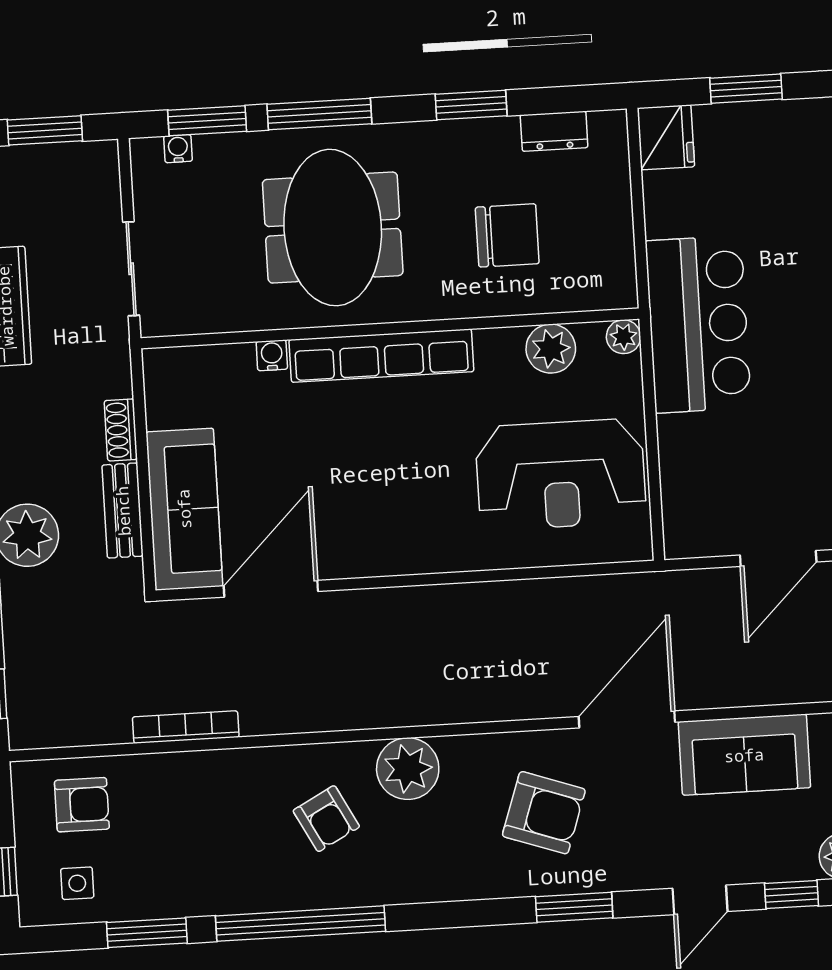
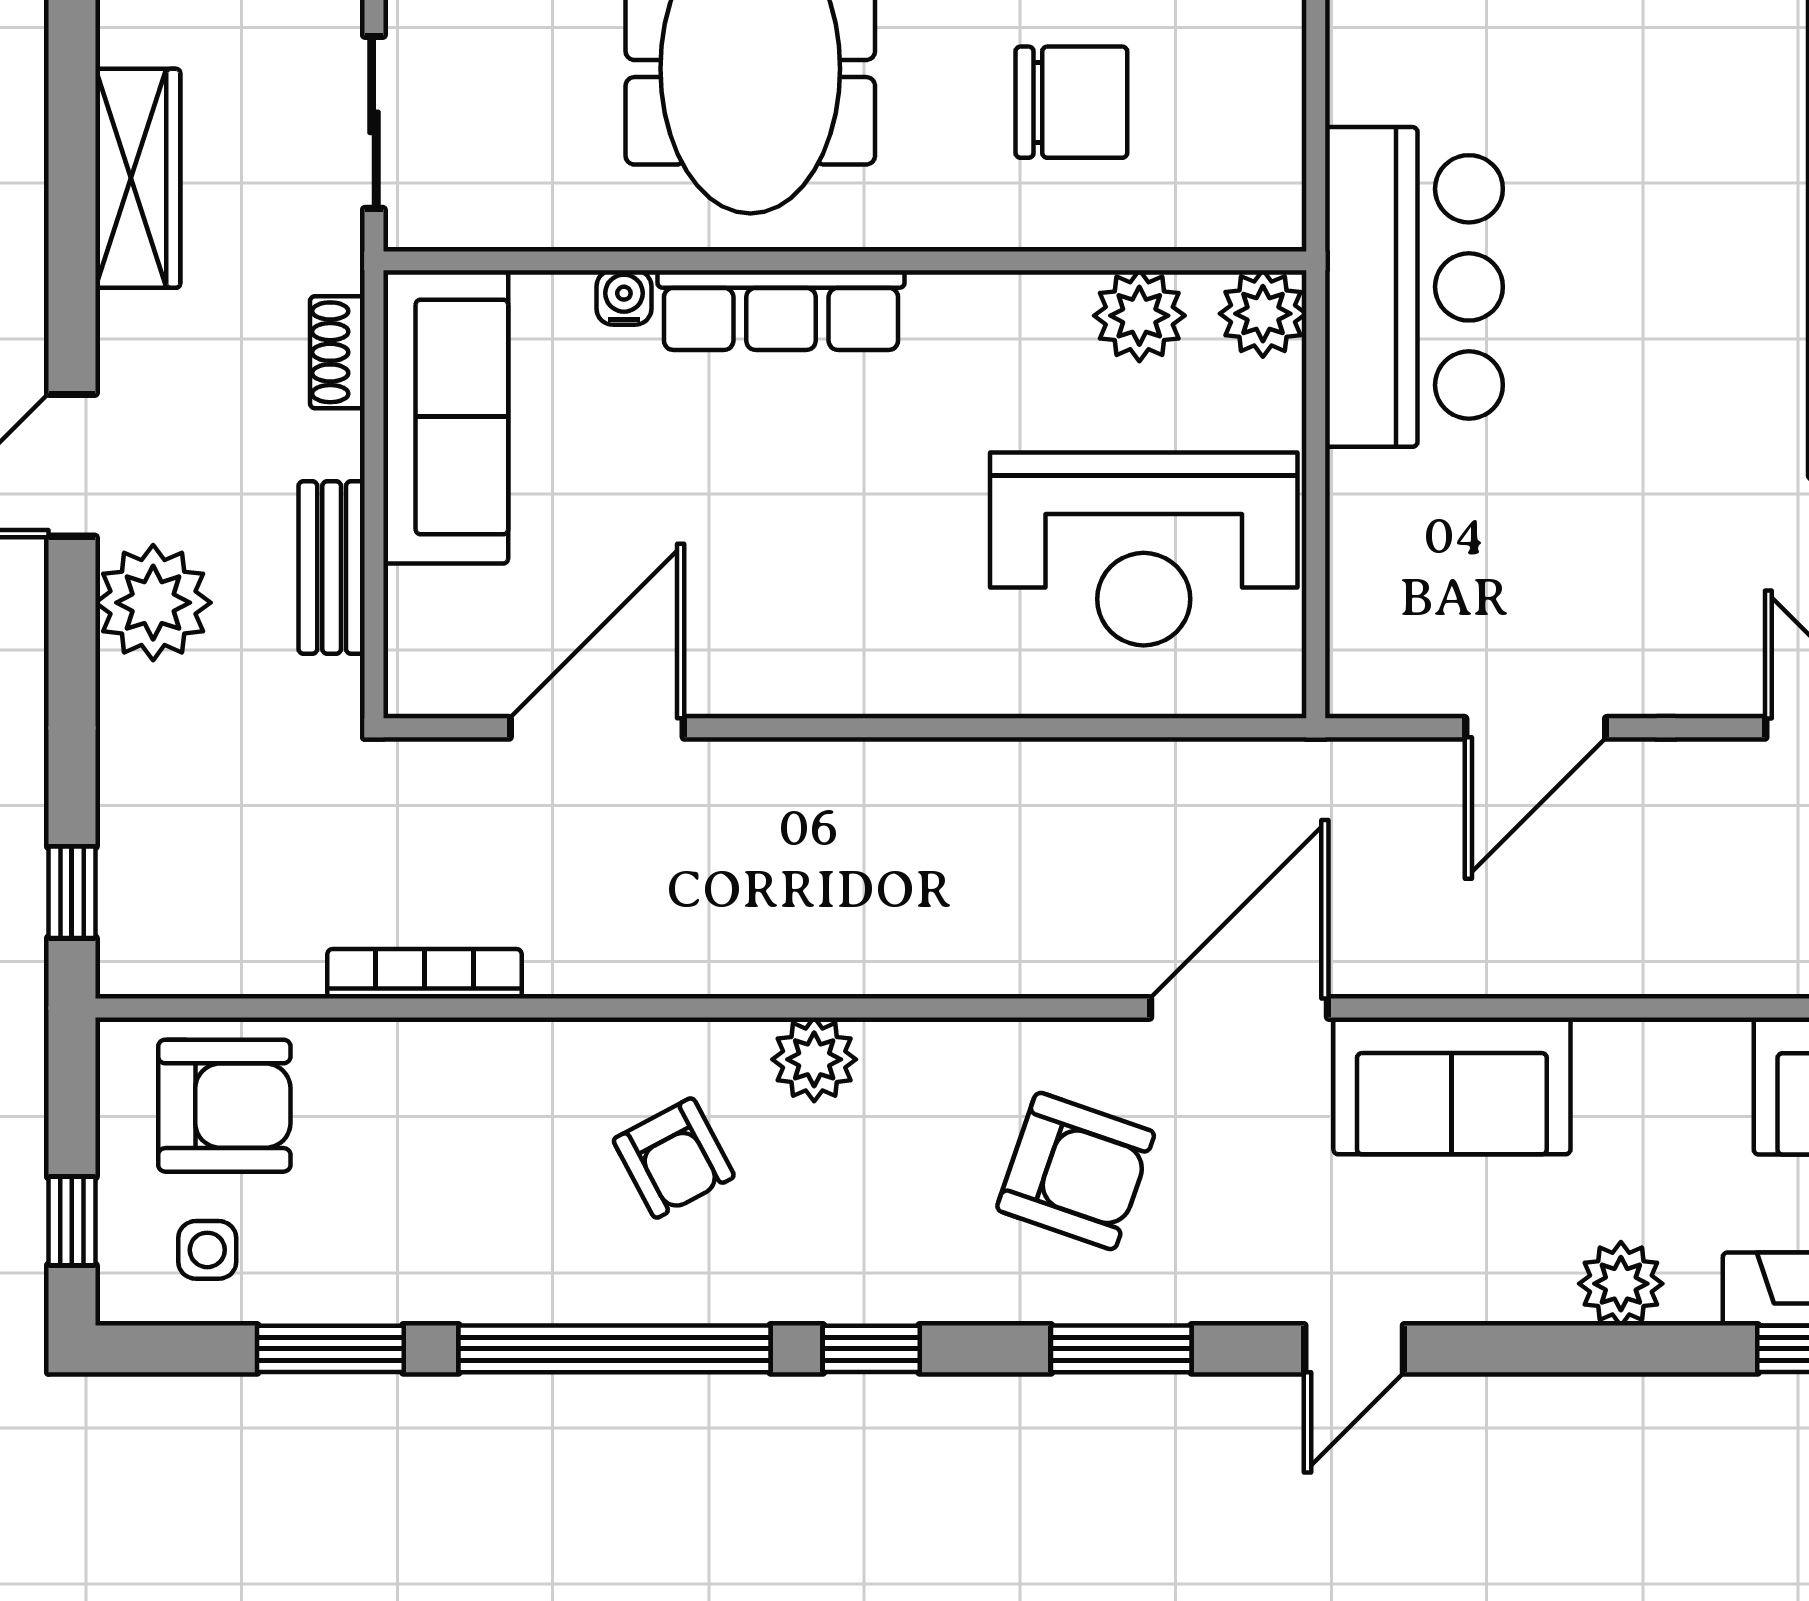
plant: (624, 337) -> (1263, 314), width x1.38, depth x1.38
row of seats: (381, 356) -> (781, 310), width x0.73
shoe rack: (121, 430) -> (337, 352), moved
sofa: (184, 509) -> (446, 417), moved
plant: (408, 769) -> (814, 1059), width x0.73, depth x0.73
armchair: (82, 805) -> (224, 1106), width x1.38, depth x1.38
window: (791, 894) -> (871, 1349), moved

